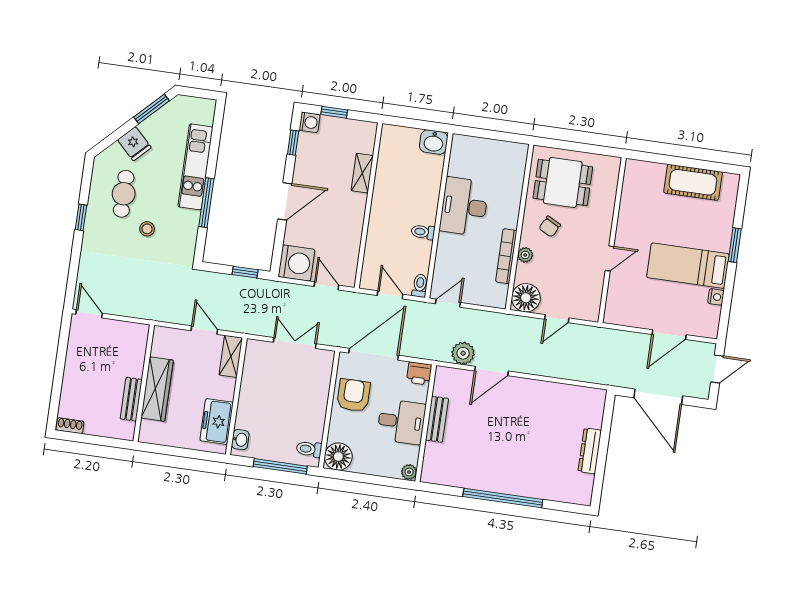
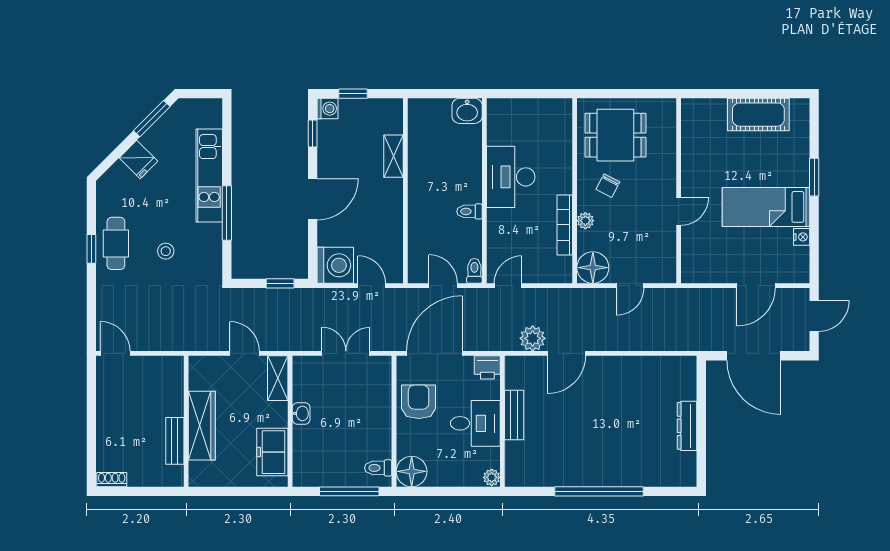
cafe table: (124, 194) -> (116, 243), moved
washbasin: (240, 440) -> (301, 413), moved

